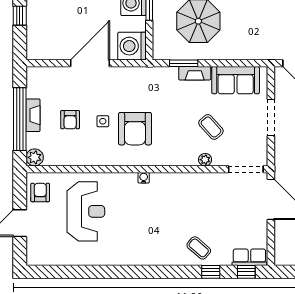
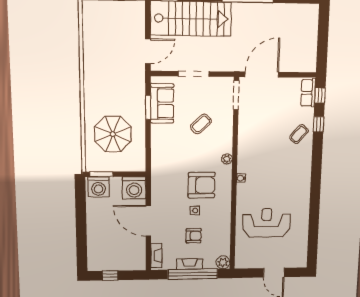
window: (184, 63) -> (148, 107), moved
fireplace: (195, 73) -> (156, 256), moved
plant: (205, 160) -> (227, 159), moved
armchair: (40, 193) -> (251, 258), removed

